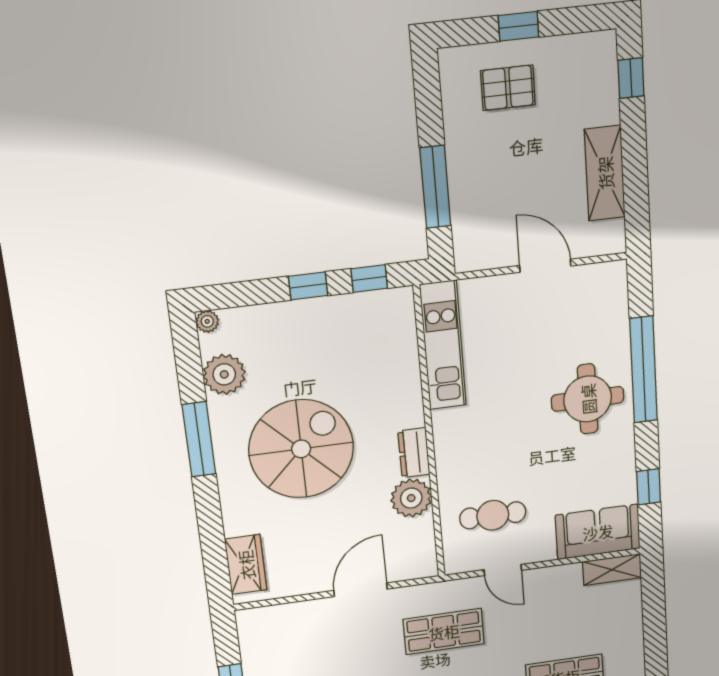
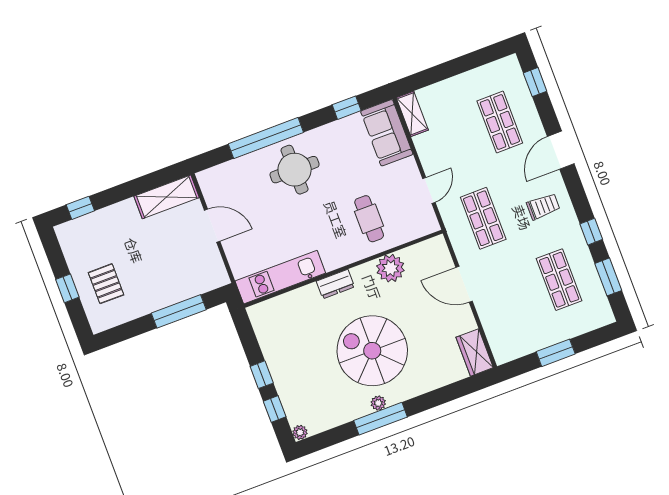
shelving: (605, 173) -> (167, 197), moved
door: (545, 266) -> (212, 226), swing flipped
window: (369, 278) -> (275, 409), moved
plant: (224, 374) -> (378, 403), moved, width x0.53, depth x0.53
dresser: (414, 453) -> (335, 284), moved
cafe table: (493, 515) -> (369, 219), moved
wardrobe: (246, 565) -> (475, 352), moved, turned -90

